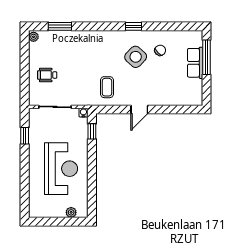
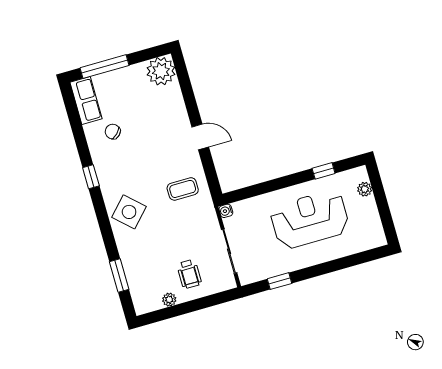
plant: (33, 37) -> (169, 300), moved
side table: (136, 57) -> (129, 212), moved
row of seats: (195, 63) -> (86, 100), moved, turned -90
plant: (192, 95) -> (161, 71), added
window: (92, 131) -> (324, 171), moved

